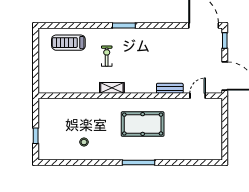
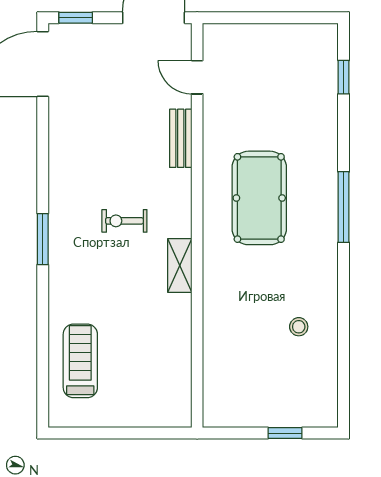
treadmill: (68, 43) -> (80, 361), turned 180
exercise bike: (107, 56) -> (124, 221), moved
window: (198, 162) -> (344, 77), added

